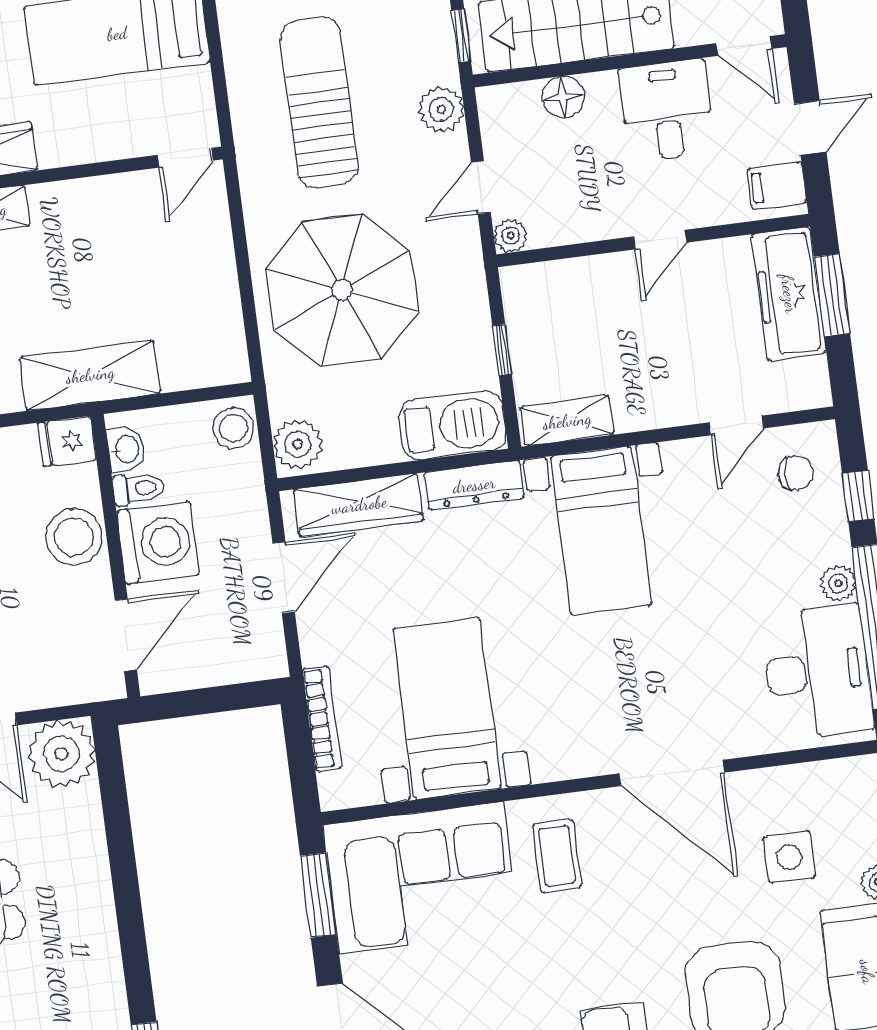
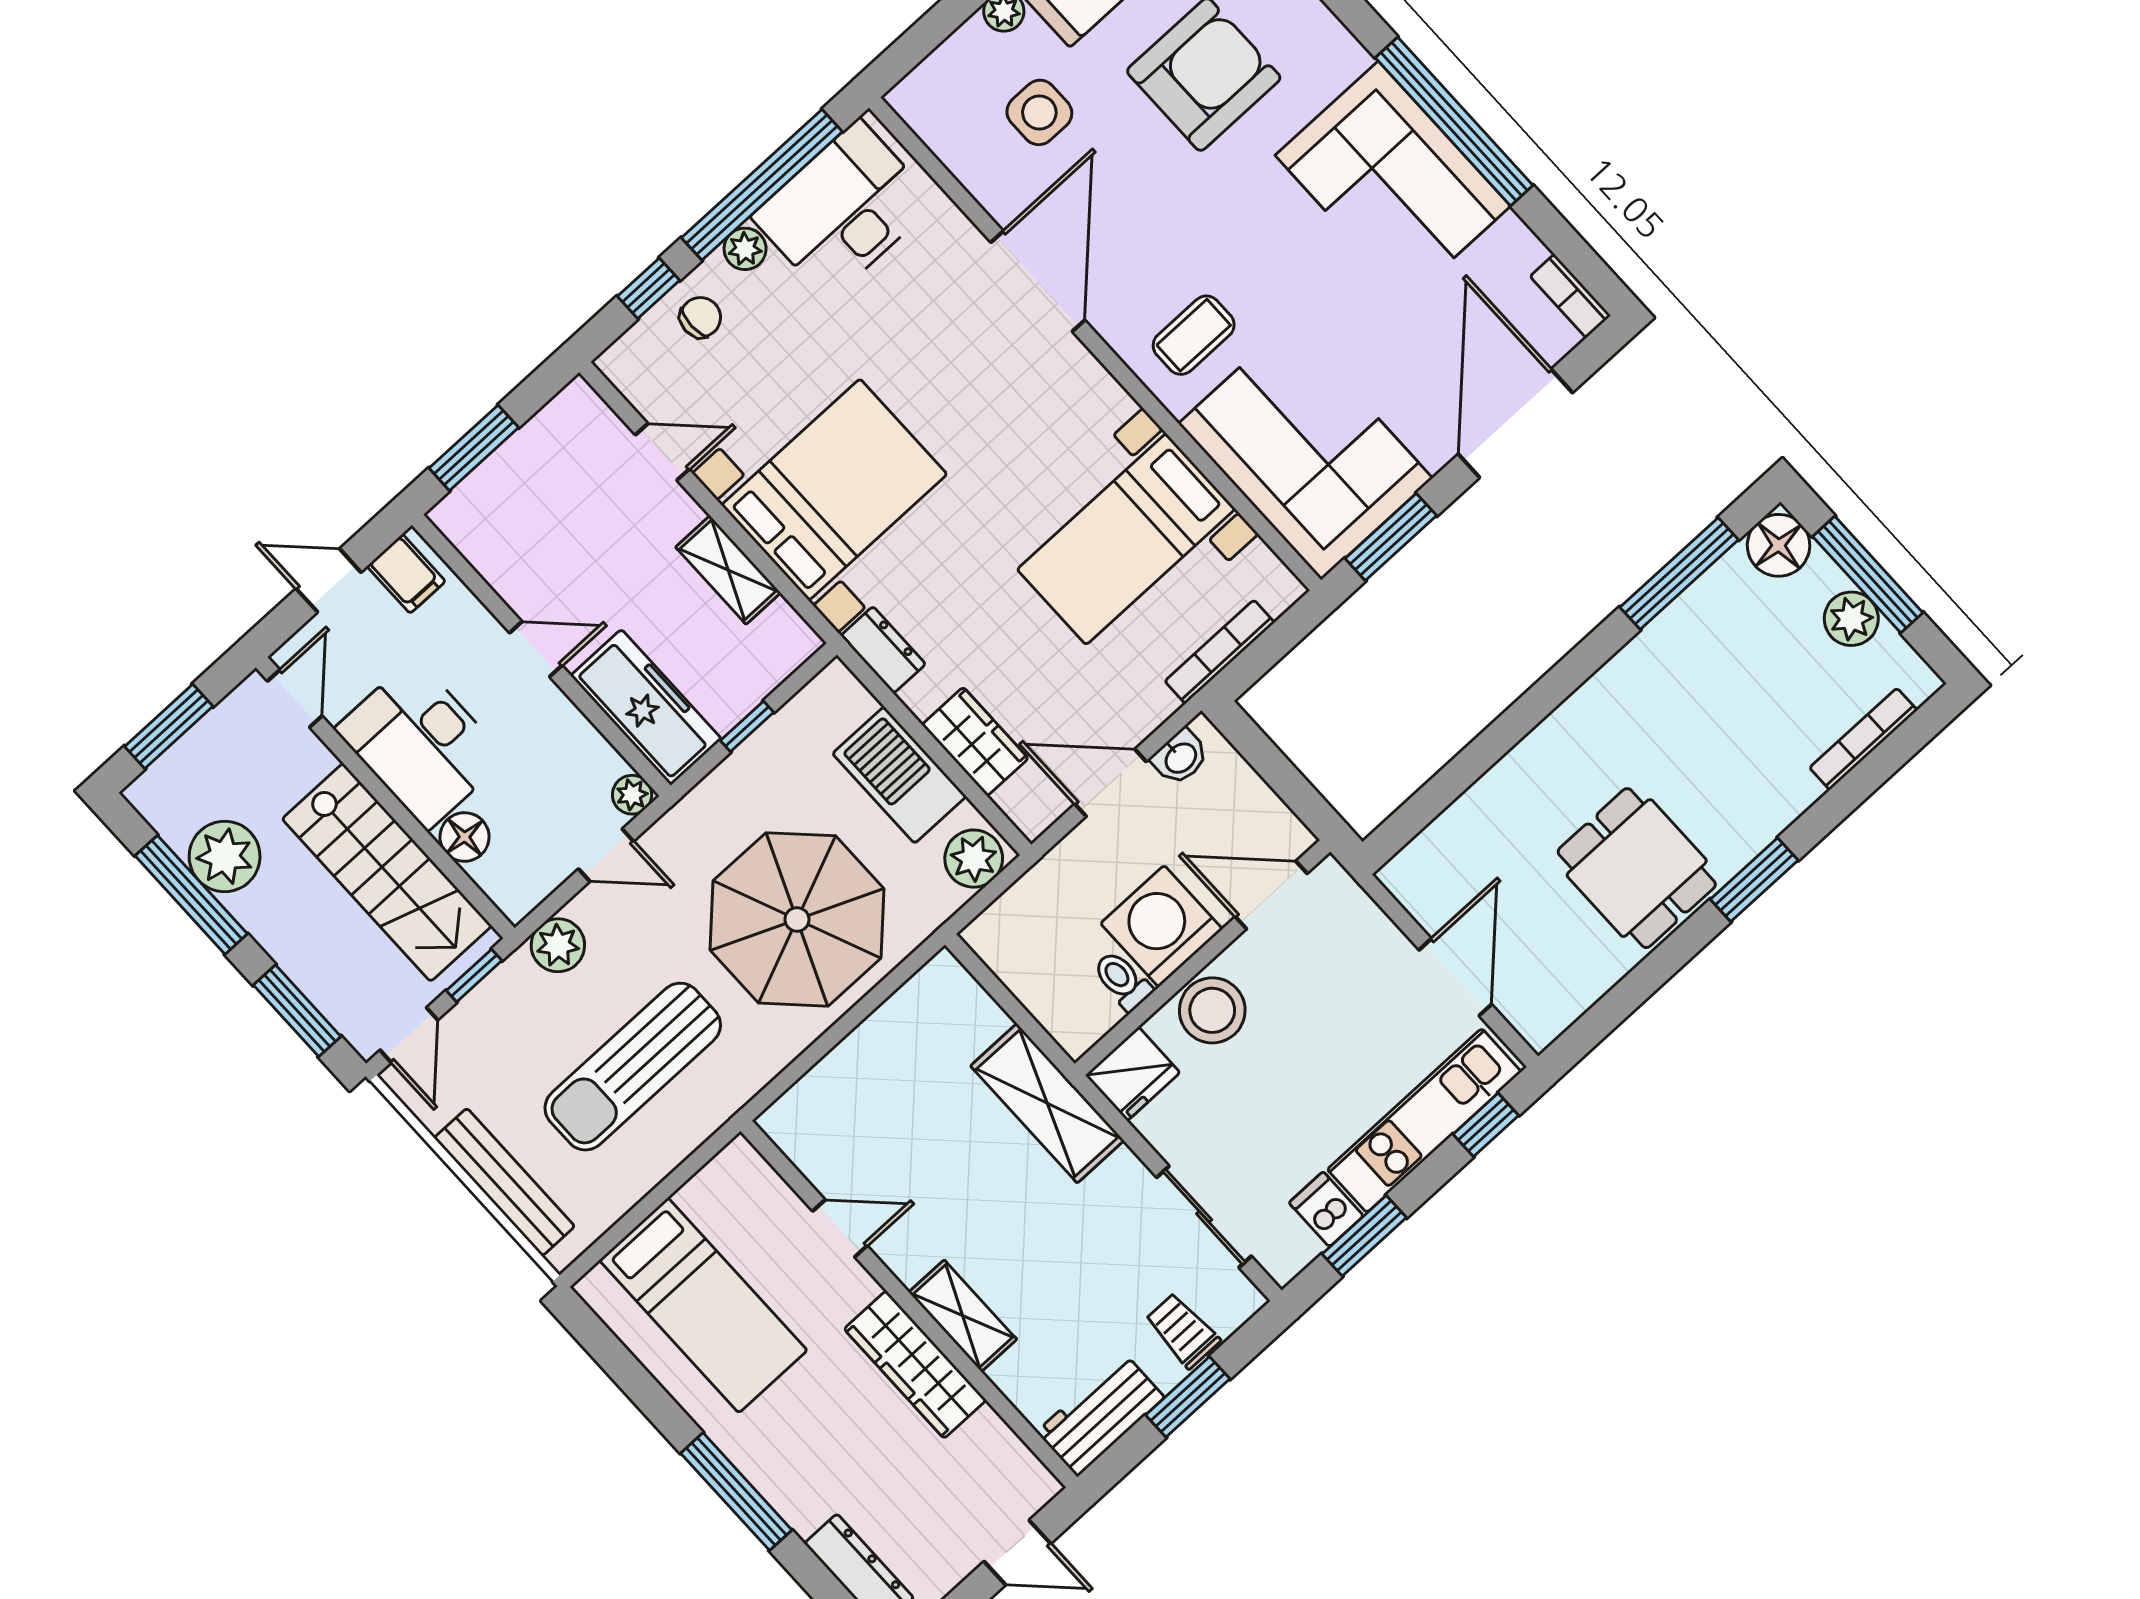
desk: (666, 110) -> (421, 744), width x1.37
door: (185, 158) -> (840, 1228), moved
freezer: (789, 294) -> (646, 707), moved, turned -90
shelving: (567, 421) -> (728, 570), moved
barbecue: (452, 425) -> (899, 775), moved
stool: (233, 428) -> (1001, 931), removed
fridge: (67, 441) -> (1133, 1074), width x1.38
washbasin: (126, 449) -> (1180, 757), moved, turned 180
chair: (796, 473) -> (700, 317), moved, turned 90
dresser: (474, 485) -> (883, 650), width x0.70
wardrobe: (359, 505) -> (975, 742), width x0.67
bed with nightstands: (601, 531) -> (834, 490), width x1.36
plant: (61, 754) -> (1428, 877), removed

